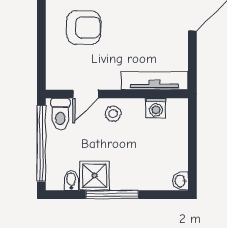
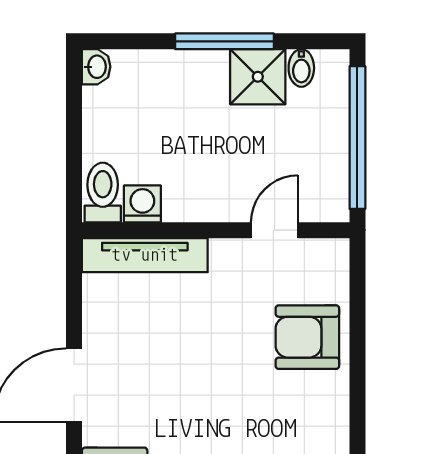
armchair: (84, 27) -> (307, 337), moved
toilet: (60, 114) -> (103, 193), moved
stool: (113, 114) -> (223, 193), removed

